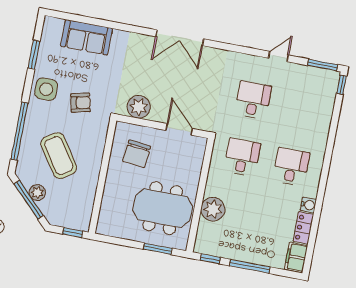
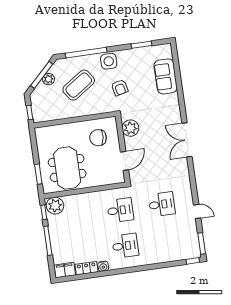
side table: (46, 89) -> (109, 61), moved
plant: (213, 209) -> (55, 206), moved

